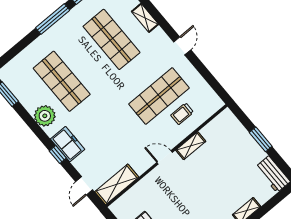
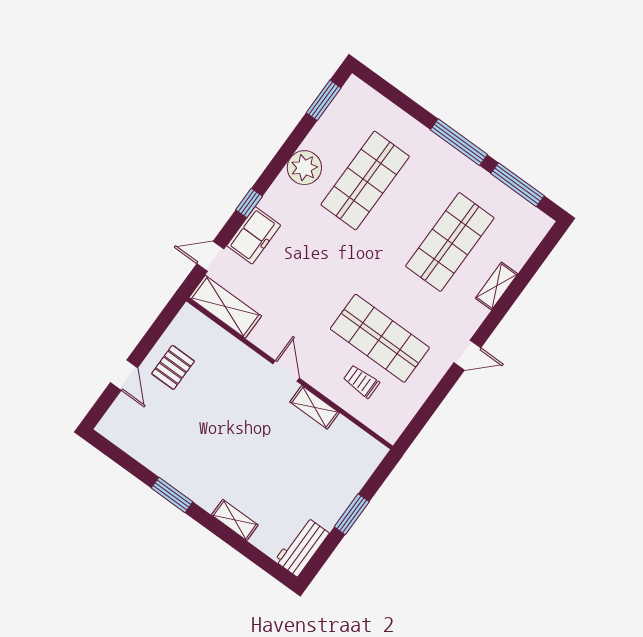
freezer: (68, 144) -> (254, 235), moved

